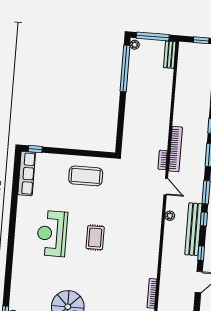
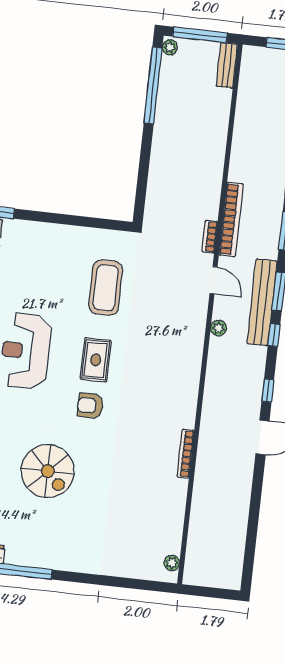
coffee table: (86, 176) -> (106, 288), moved, turned 90
bench: (193, 229) -> (262, 302), moved
armchair: (93, 266) -> (90, 406), added

